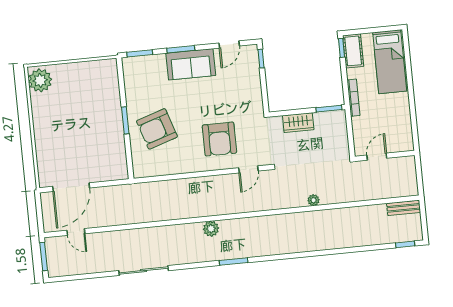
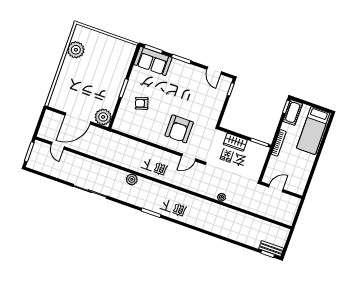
door: (229, 44) -> (214, 70), hinge flipped
sofa: (191, 64) -> (153, 61), moved
plant: (40, 80) -> (76, 50), moved
armchair: (157, 129) -> (142, 103), width x0.53, depth x0.53
plant: (116, 169) -> (103, 117), added
door: (71, 187) -> (78, 118), moved
bench: (404, 208) -> (271, 249), moved
plant: (211, 229) -> (132, 179), moved

